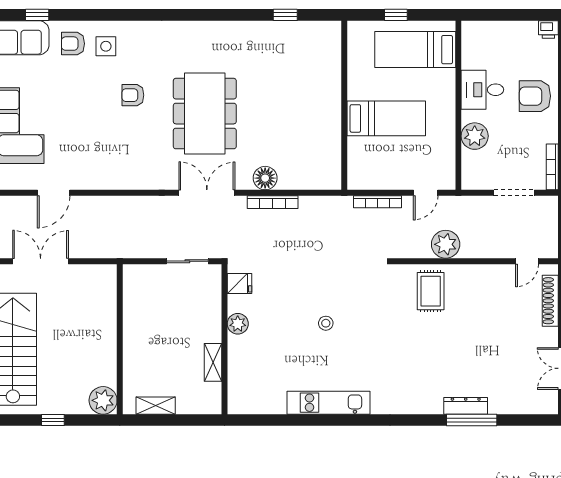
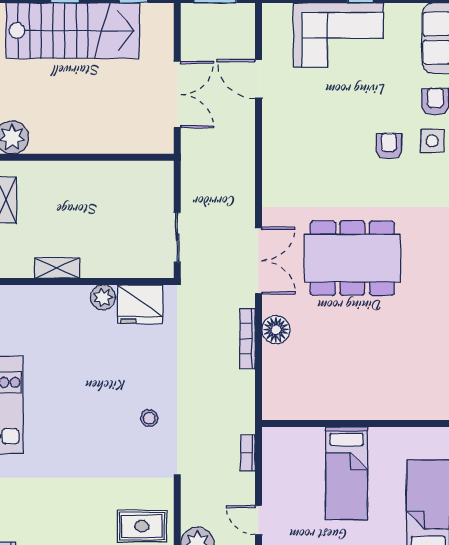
armchair: (133, 95) -> (389, 146), moved
bookcase: (378, 202) -> (248, 453), width x0.64
double door: (41, 261) -> (177, 95), moved
fridge: (239, 284) -> (140, 304), width x1.88, depth x1.34
stool: (326, 323) -> (149, 418), moved

